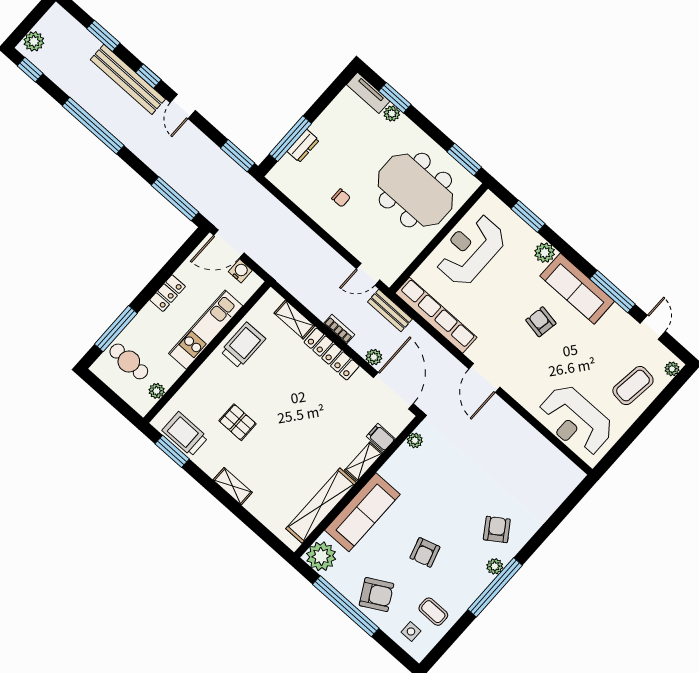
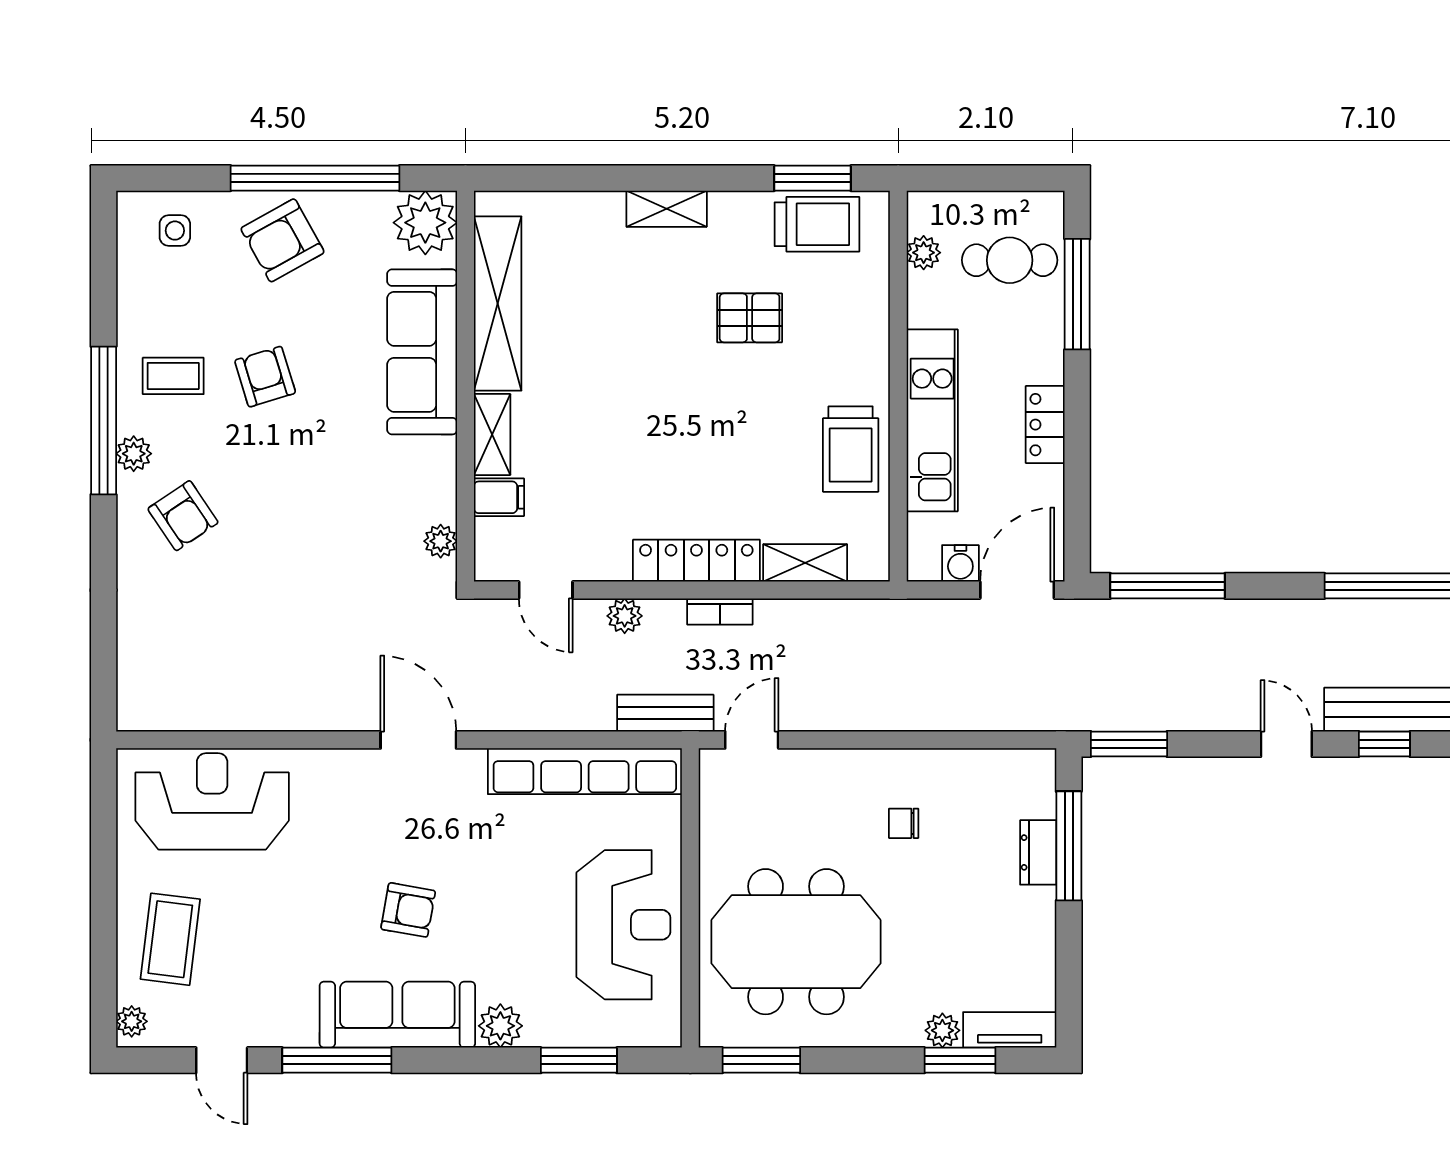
door: (393, 391) -> (546, 590), width x0.53
coffee table: (433, 612) -> (173, 376), moved

